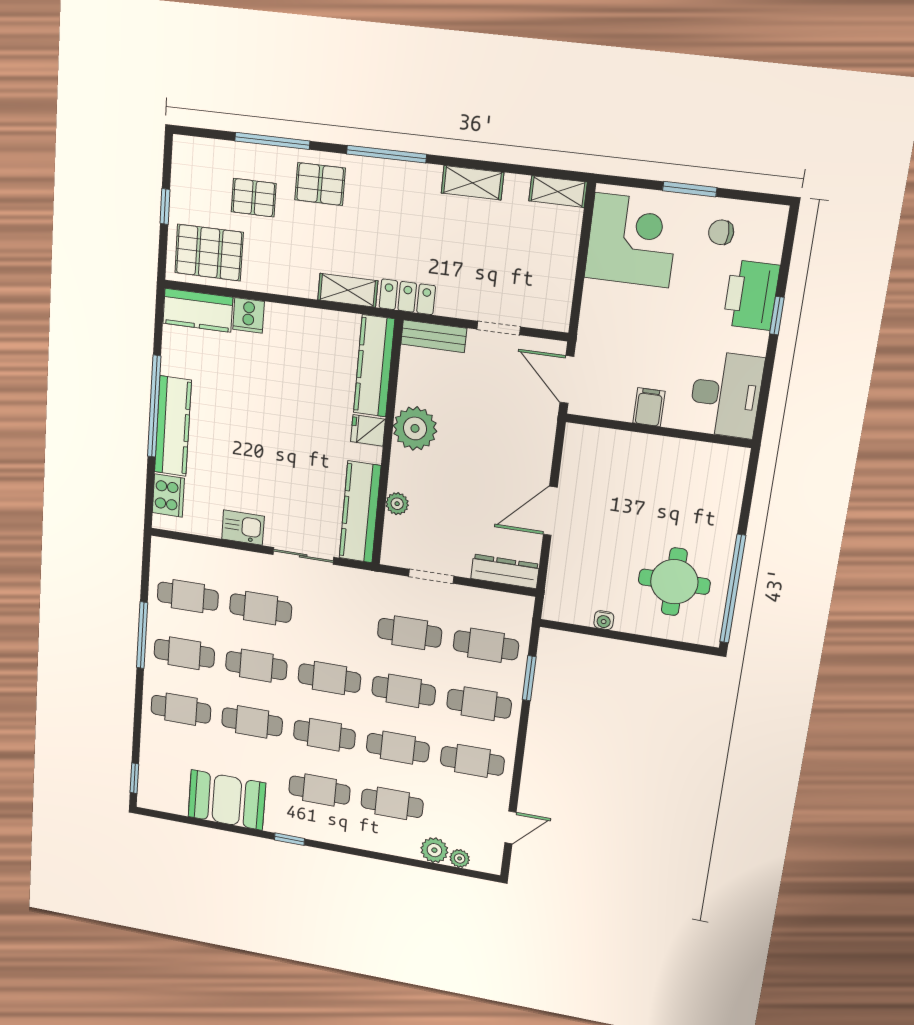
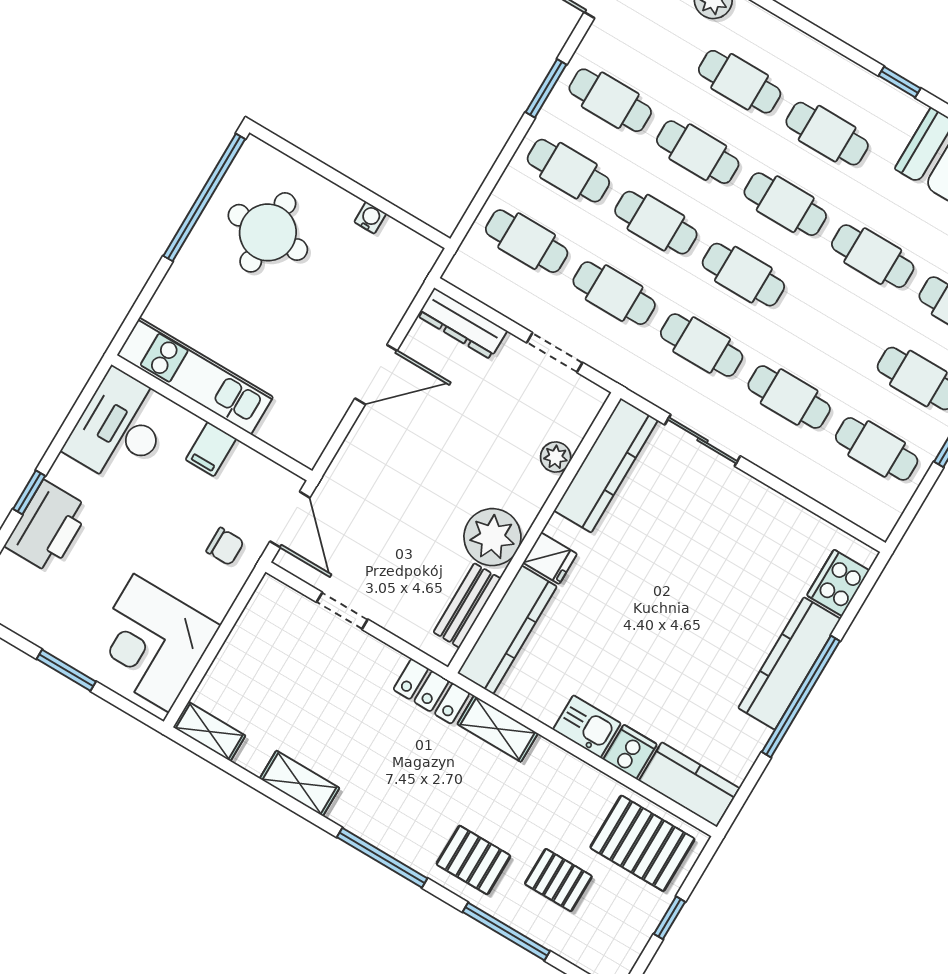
chair: (721, 232) -> (225, 546), moved
bench: (434, 336) -> (467, 605), moved, turned 90
kitchen unit: (684, 456) -> (195, 376), added
kitchen sink: (243, 528) -> (587, 726), moved, turned 180
cafe table: (256, 666) -> (702, 345), moved
window: (529, 678) -> (546, 88), moved

